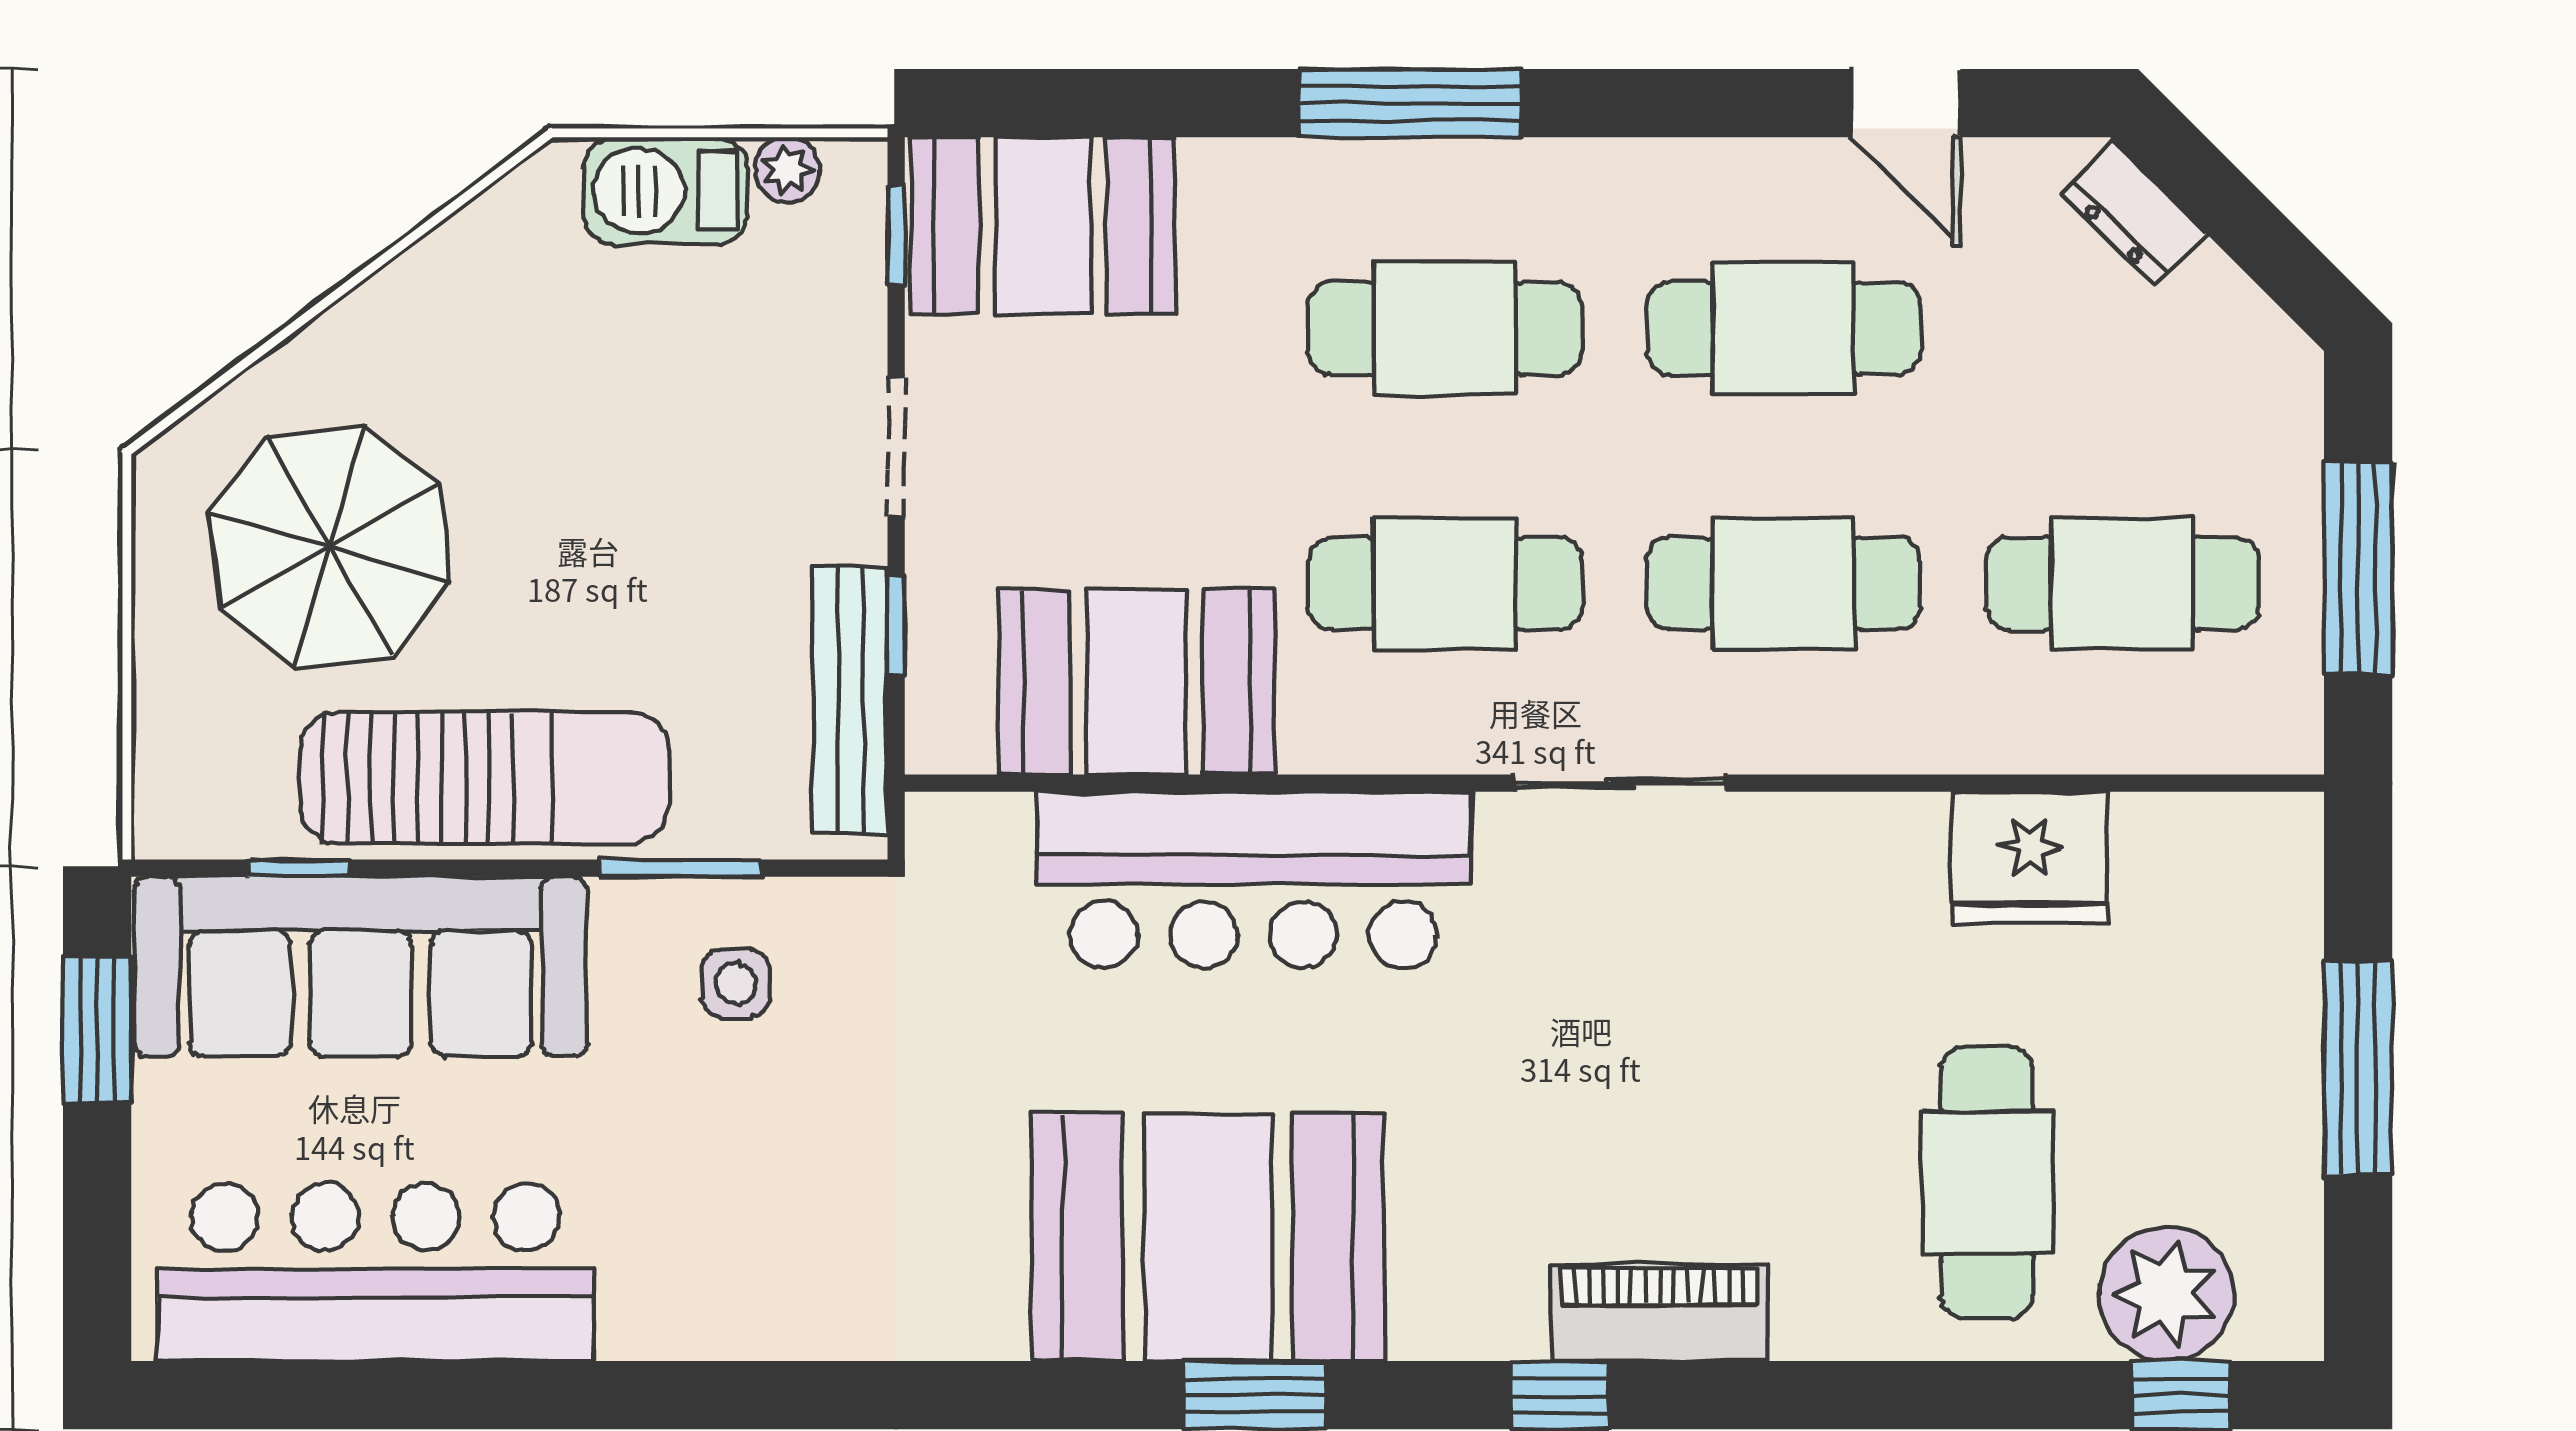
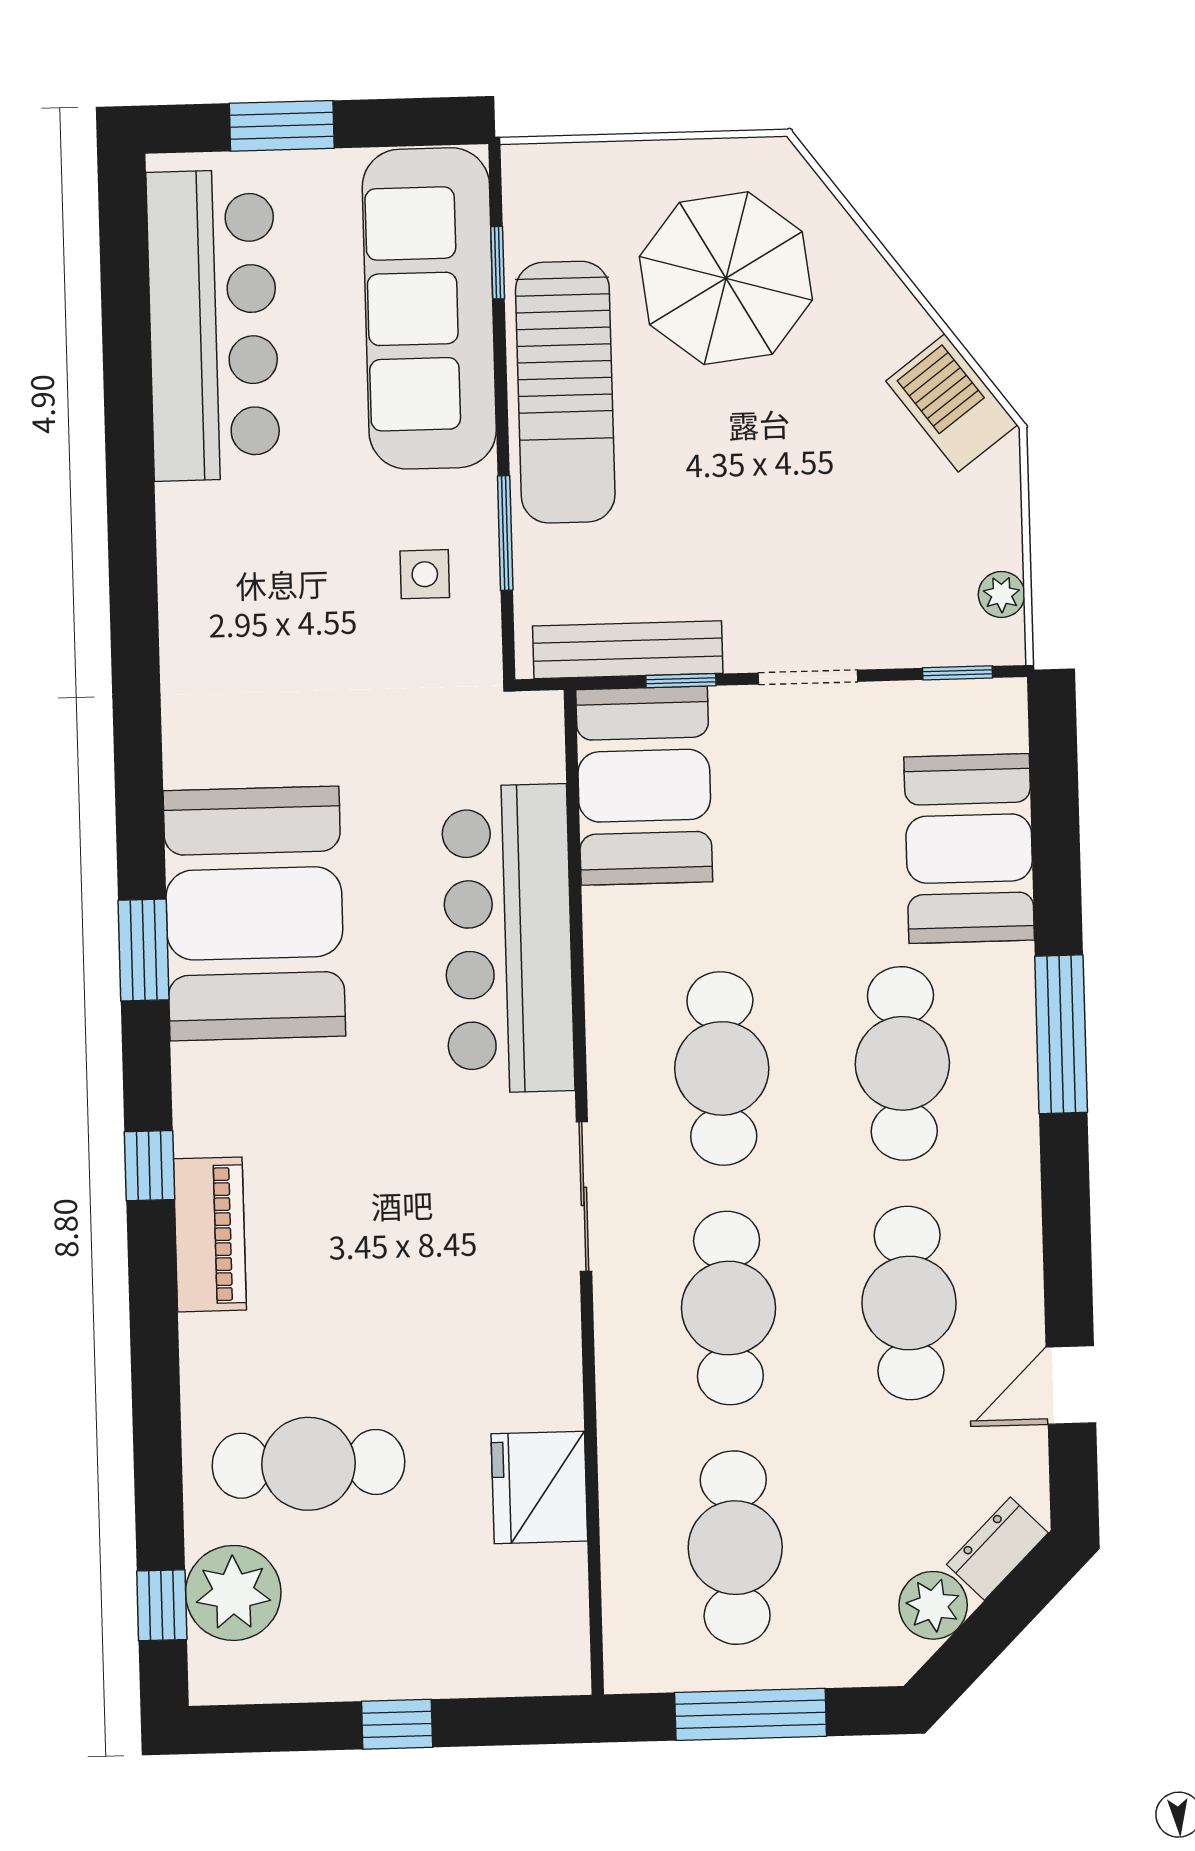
barbecue: (665, 191) -> (952, 403), moved, turned -37
booth: (1043, 226) -> (969, 849), moved
plant: (2211, 306) -> (933, 1605), added
booth: (1136, 682) -> (644, 786), moved
window: (97, 1030) -> (282, 126), moved
window: (2358, 1068) -> (397, 1724), width x0.46

